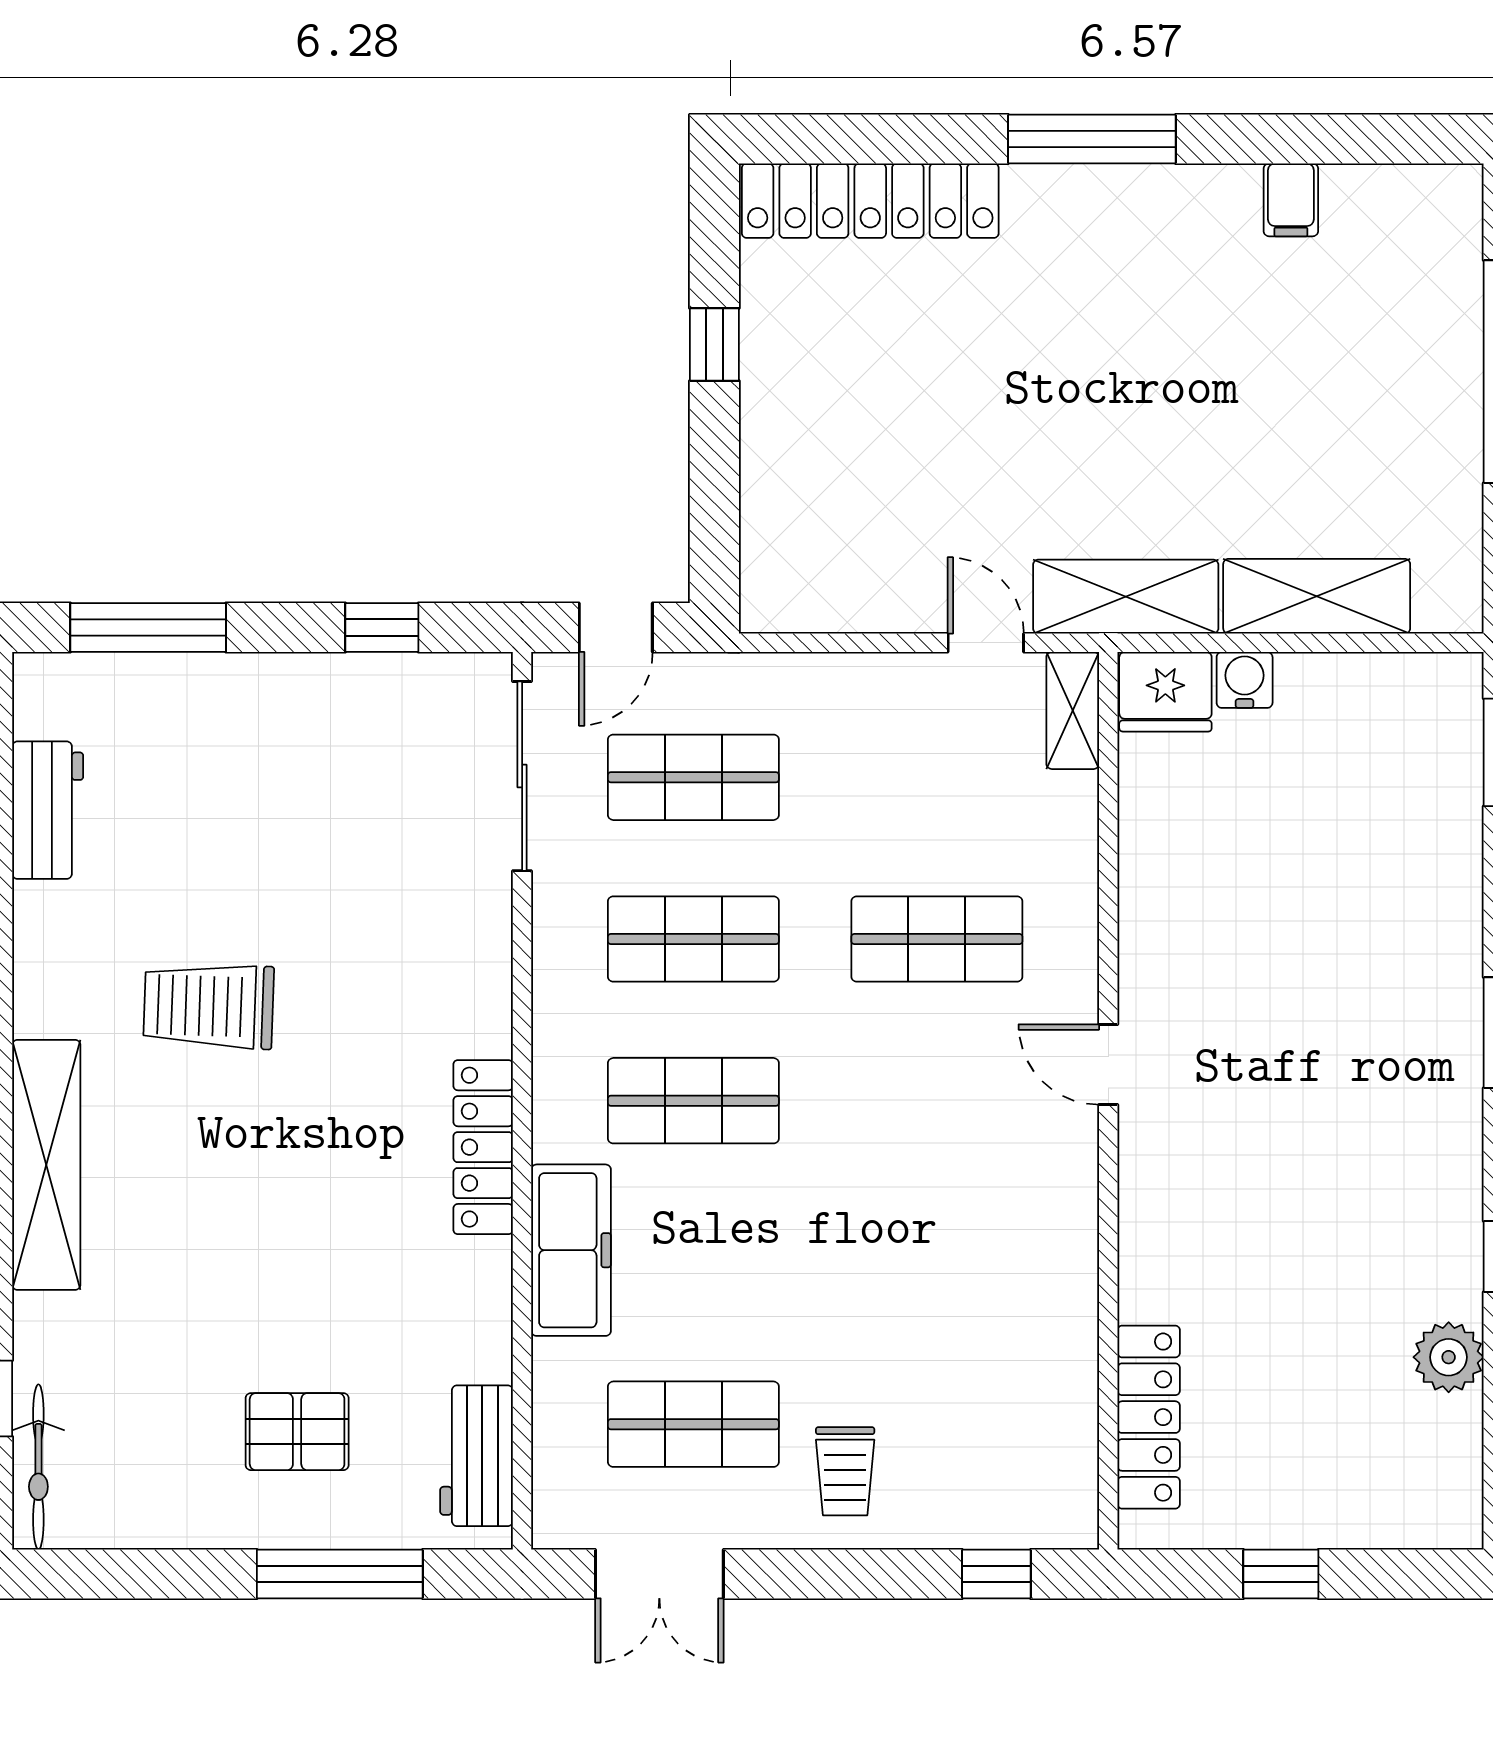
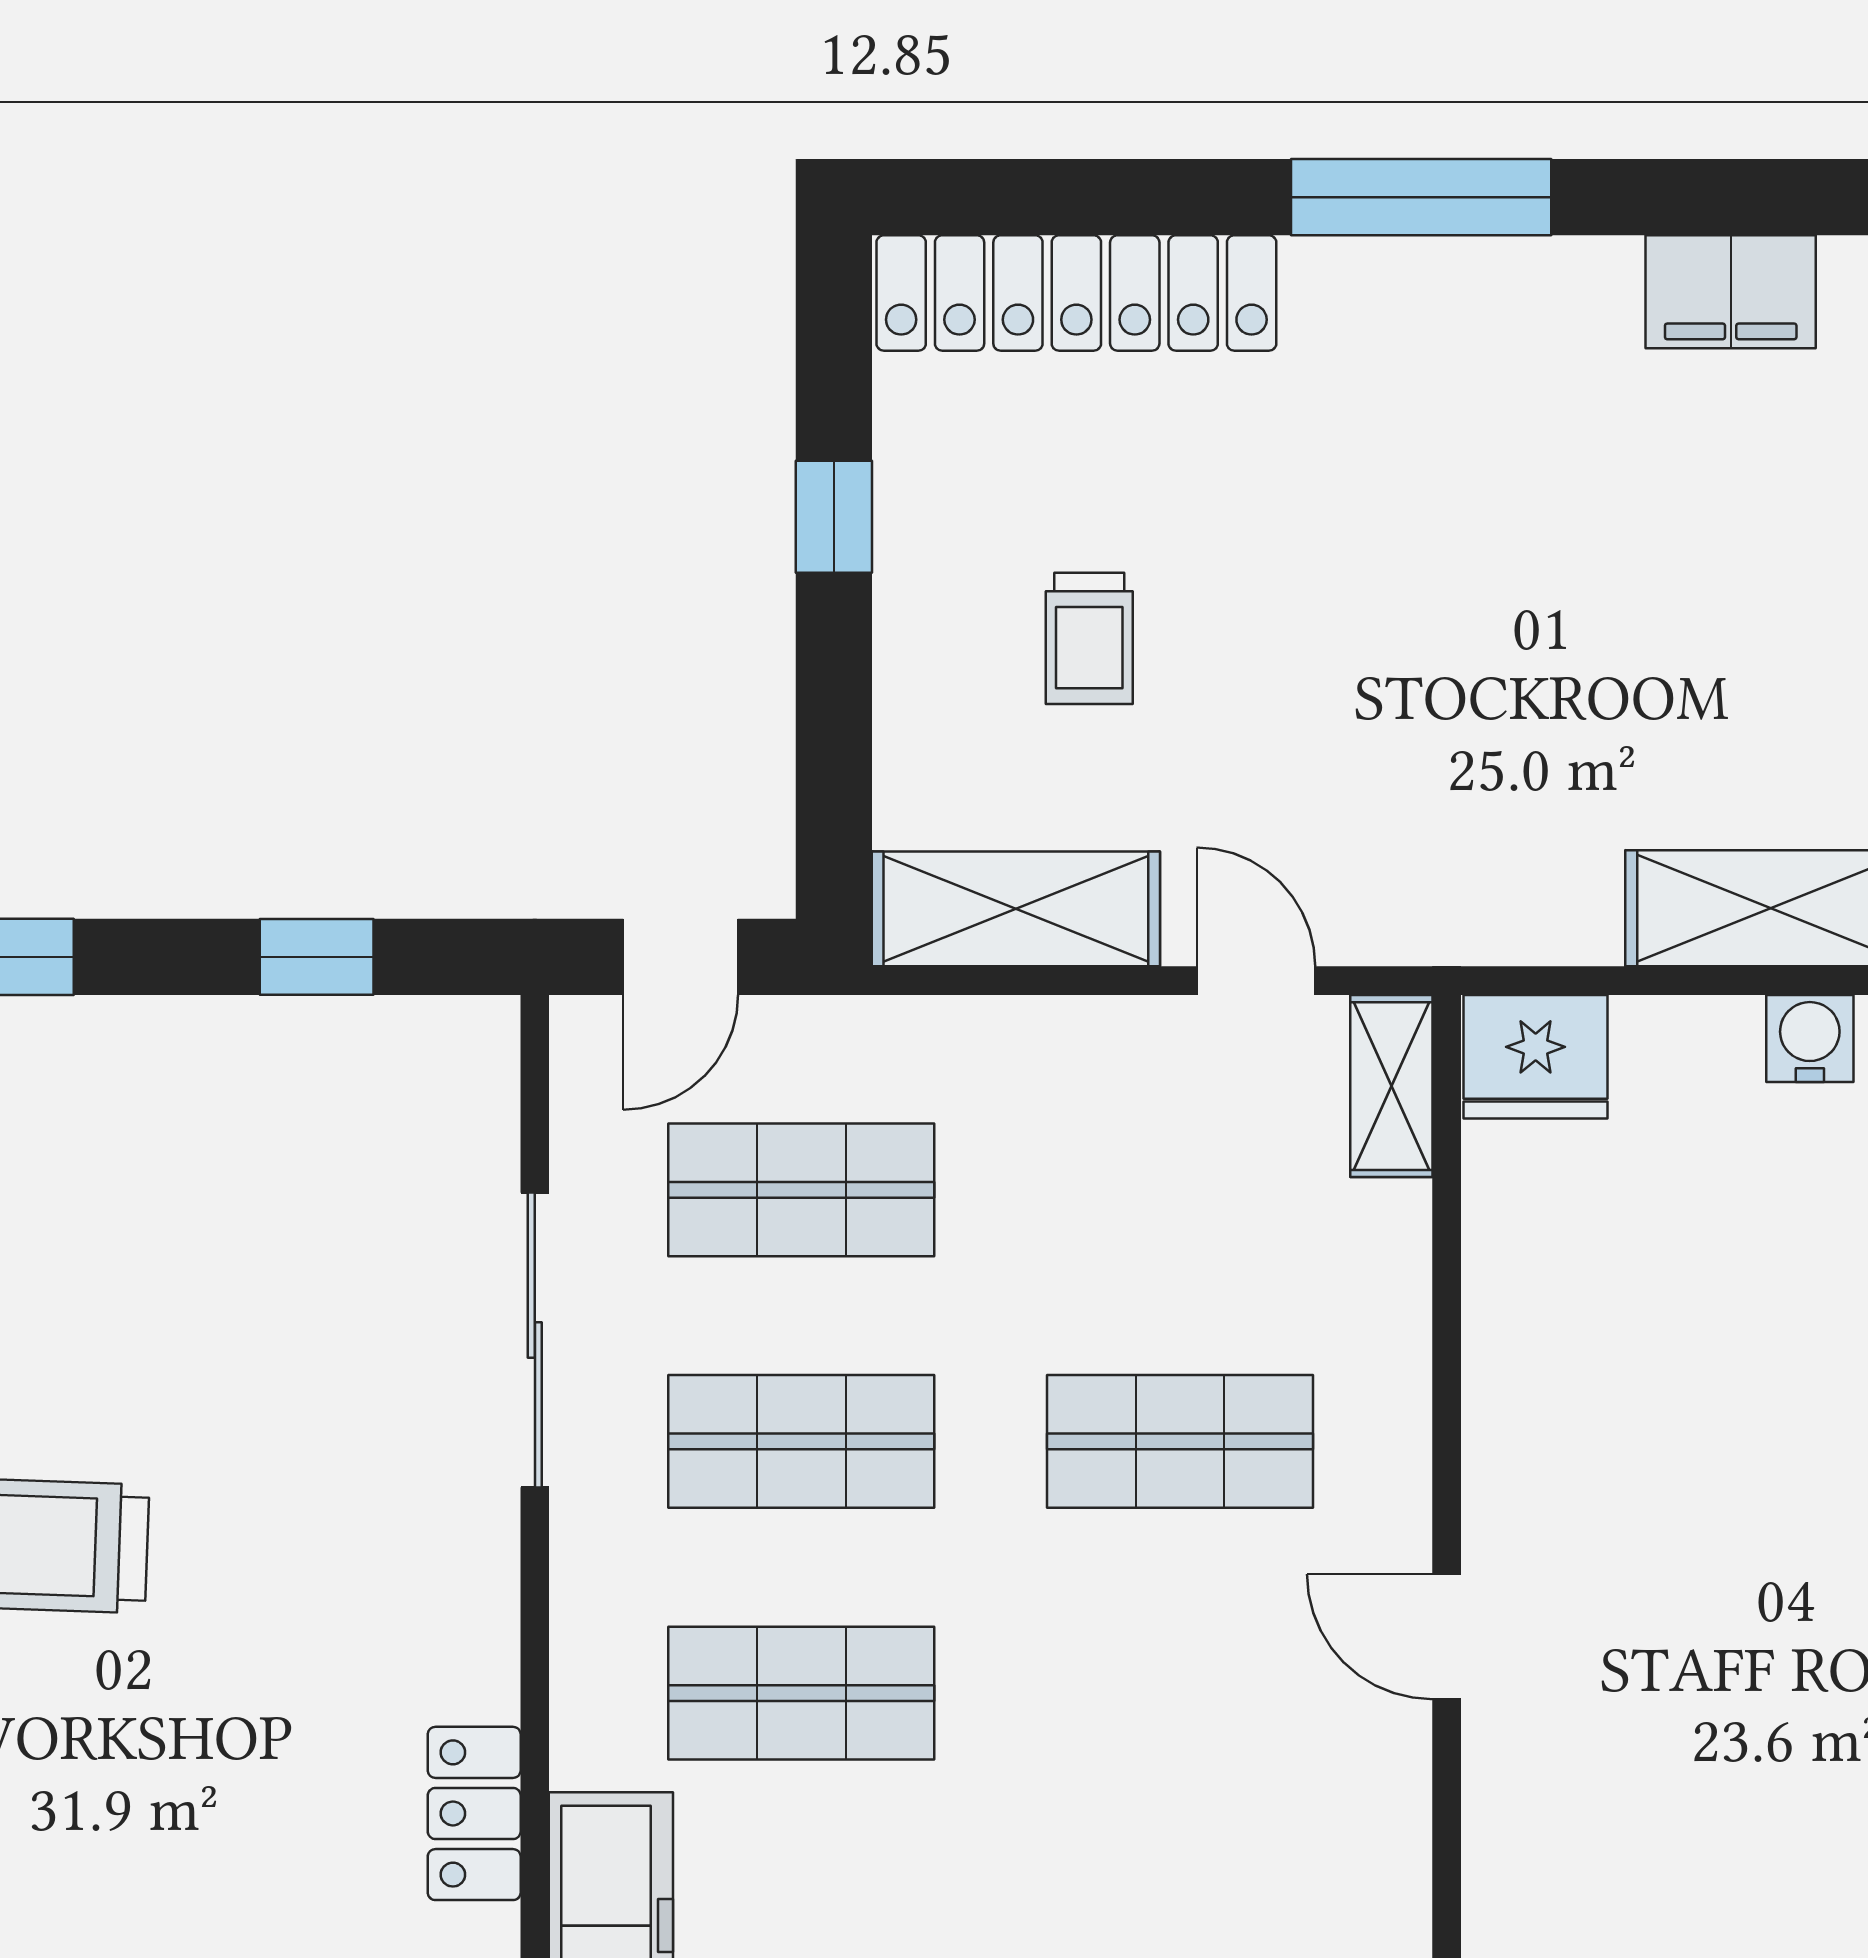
filing cabinet: (1291, 200) -> (1731, 292), width x2.00
trolley: (879, 423) -> (1089, 638), added
shelving: (1126, 597) -> (1016, 909), moved
water cooler: (1245, 680) -> (1810, 1039), moved
sliding door: (522, 776) -> (535, 1340), moved
locker: (483, 1147) -> (474, 1813), width x0.66

